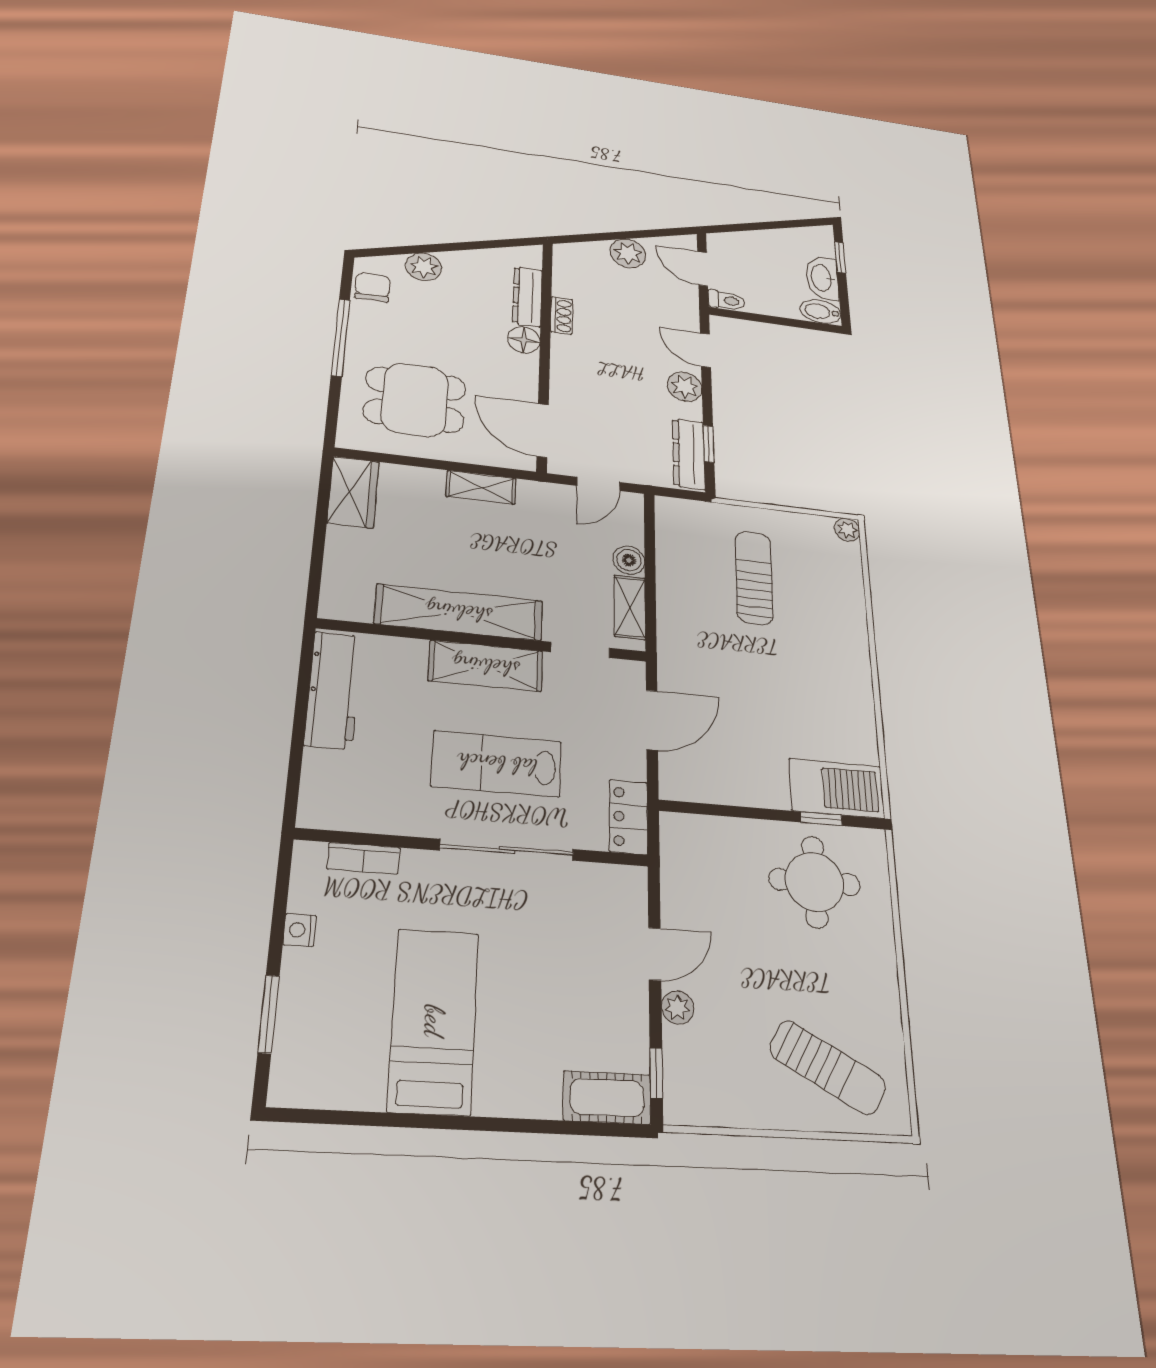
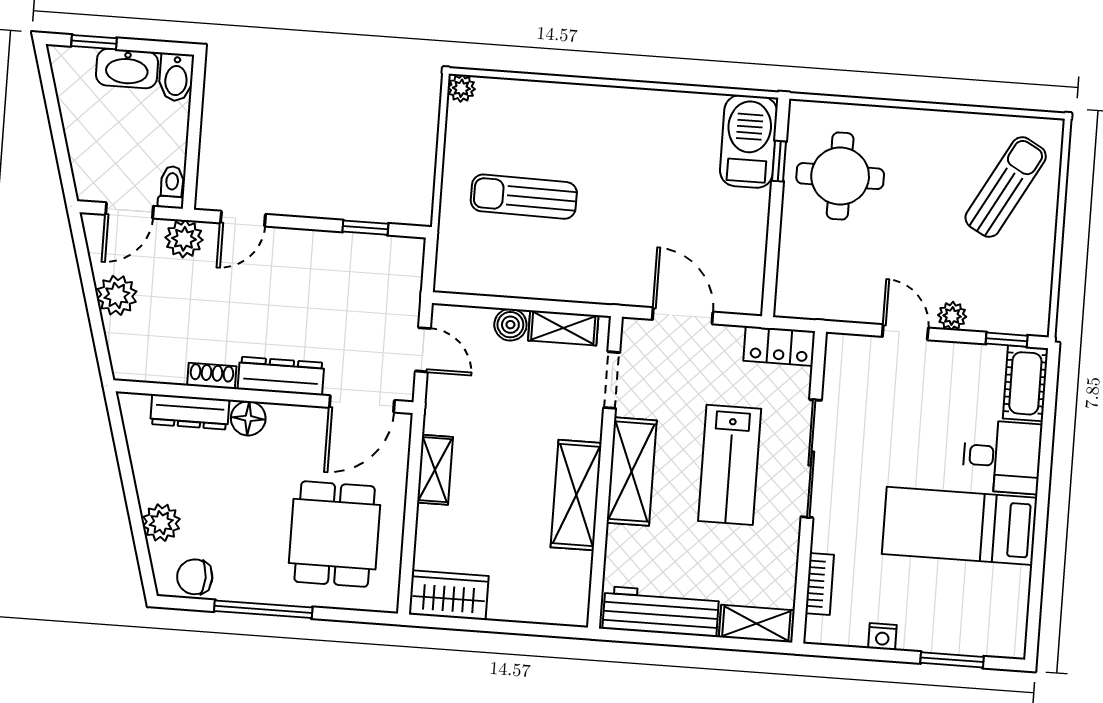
plant: (685, 387) -> (184, 239), moved
dresser: (689, 454) -> (281, 376), moved, turned 180
shelving: (459, 612) -> (576, 495), width x0.68
shelving: (318, 789) -> (756, 624), added
desk: (518, 1071) -> (1002, 457), added

